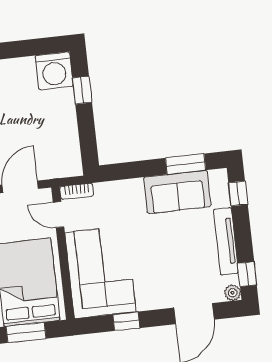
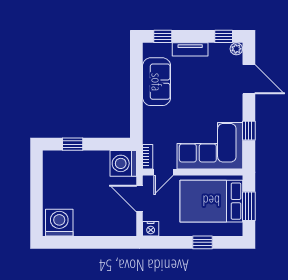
washing machine: (54, 71) -> (123, 163), moved, turned 180
window: (186, 164) -> (136, 73), removed
tv unit: (226, 241) -> (190, 49), width x0.71

